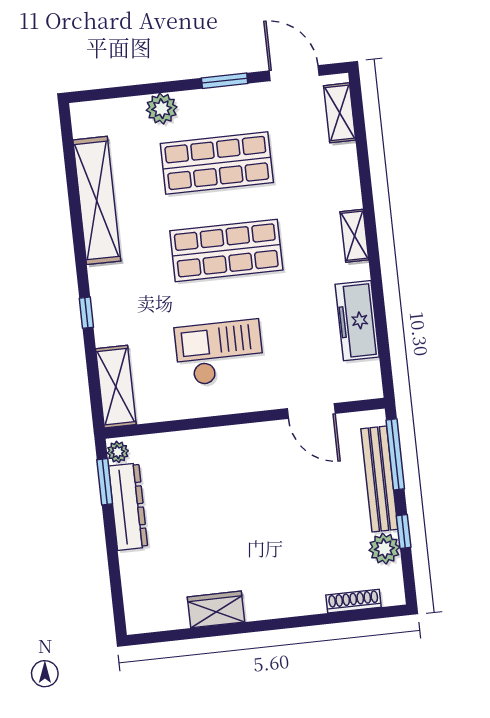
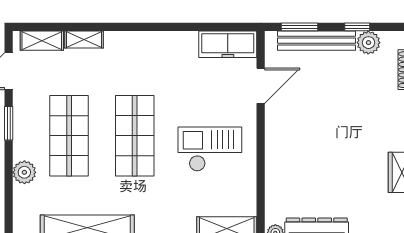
shelving: (354, 236) -> (84, 40), moved
freezer: (357, 321) -> (228, 44), moved
checkout: (219, 353) -> (210, 149), turned 90
window: (395, 454) -> (300, 27), width x0.69

